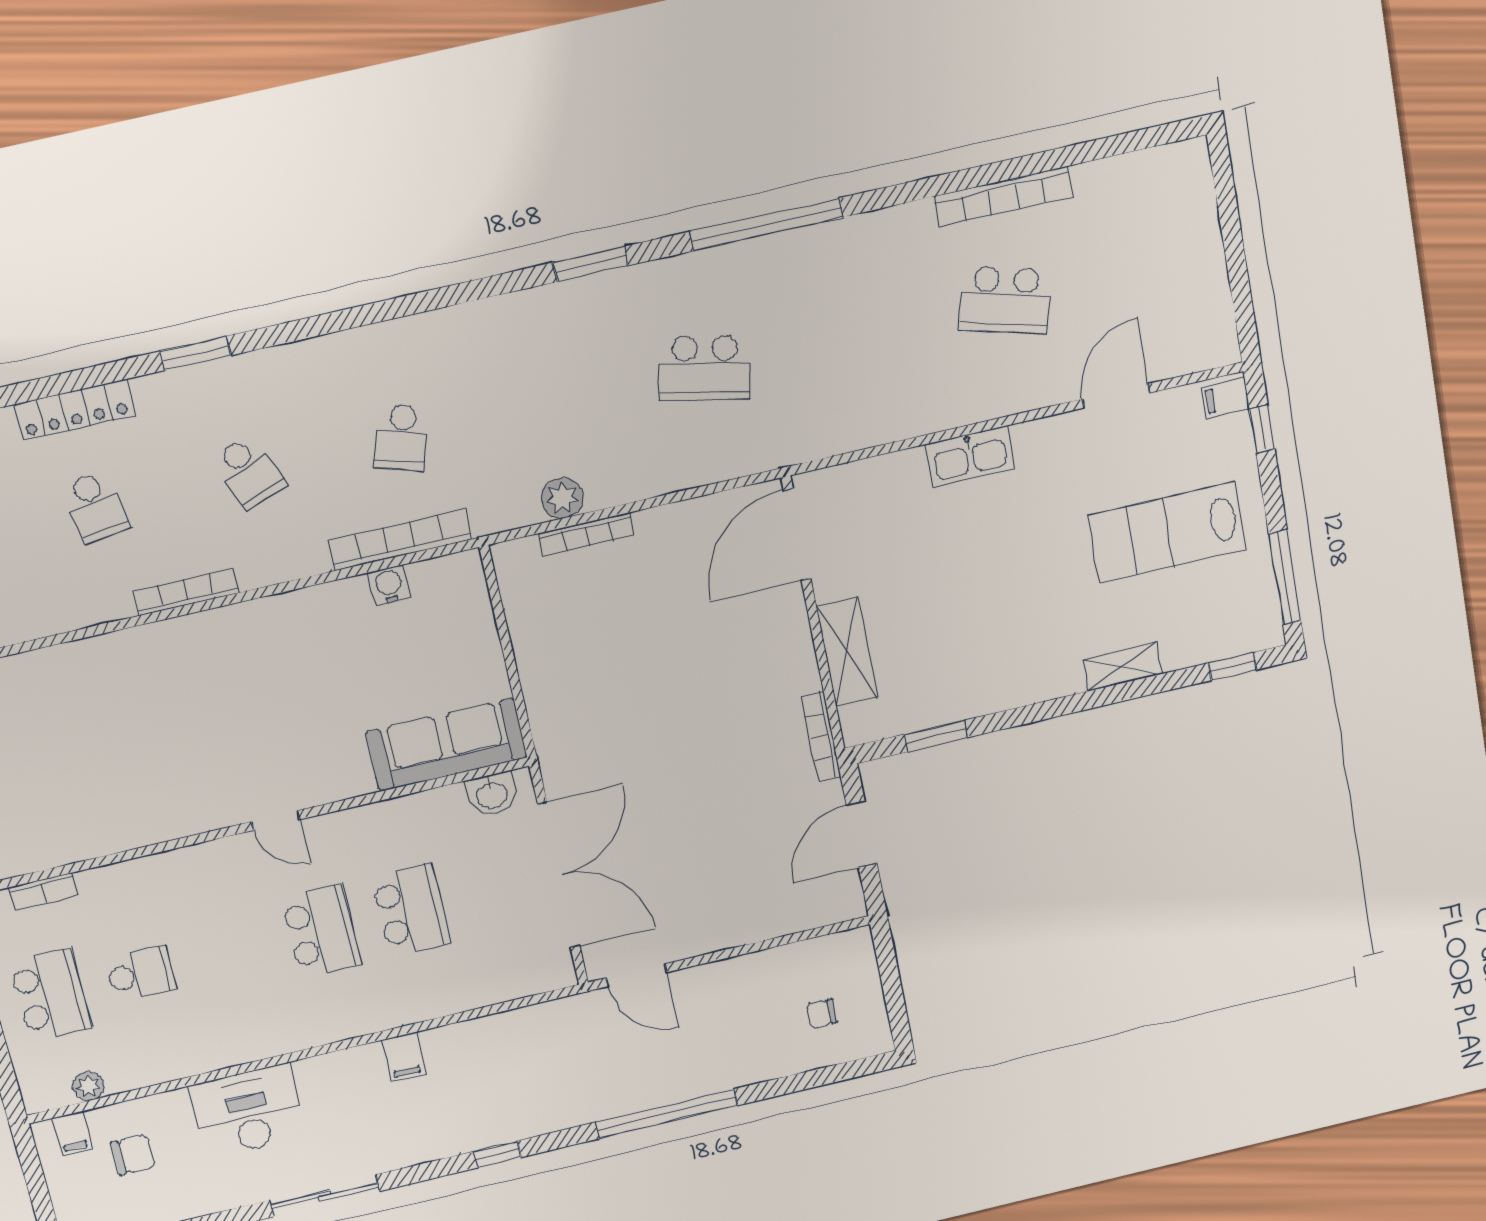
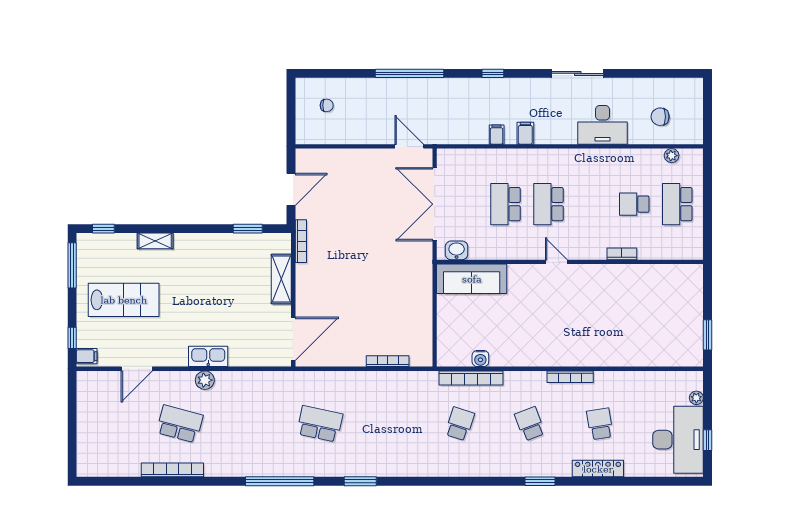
plant: (562, 498) -> (205, 380), moved
bookcase: (43, 892) -> (622, 254), moved
filing cabinet: (72, 1133) -> (497, 135), moved

